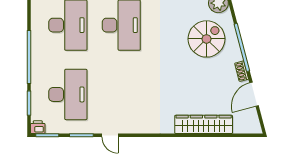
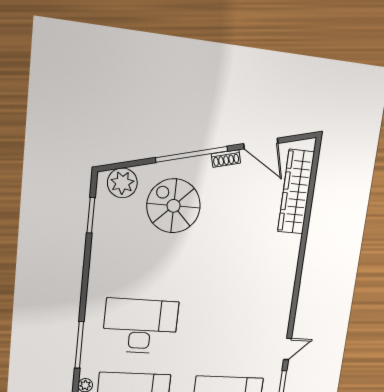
wardrobe: (204, 124) -> (296, 192), moved

